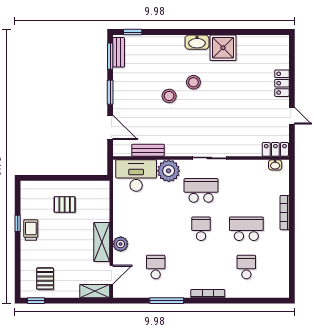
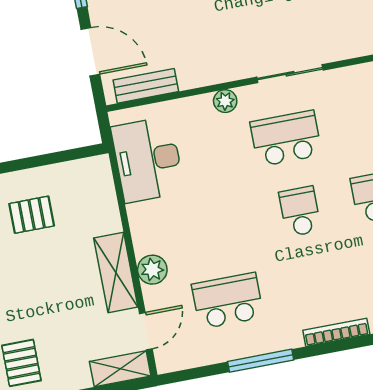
bench: (148, 150) -> (146, 86), moved
plant: (169, 171) -> (225, 101), width x0.53, depth x0.53
desk: (136, 176) -> (148, 160), moved, turned -90
school desk: (156, 267) -> (228, 301), width x1.85

